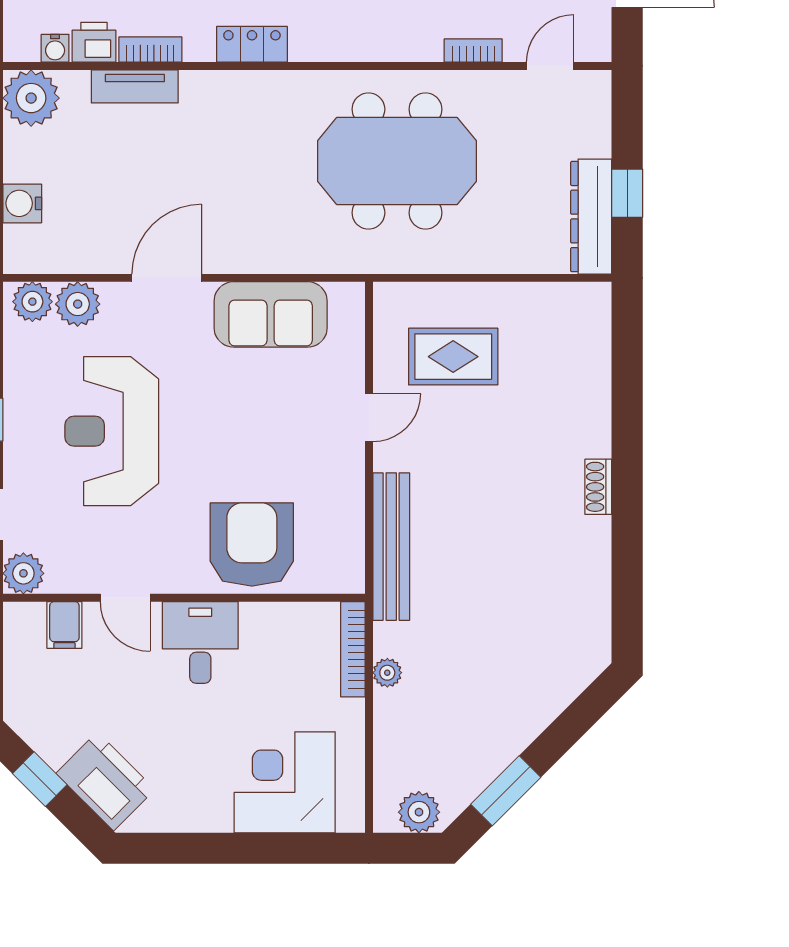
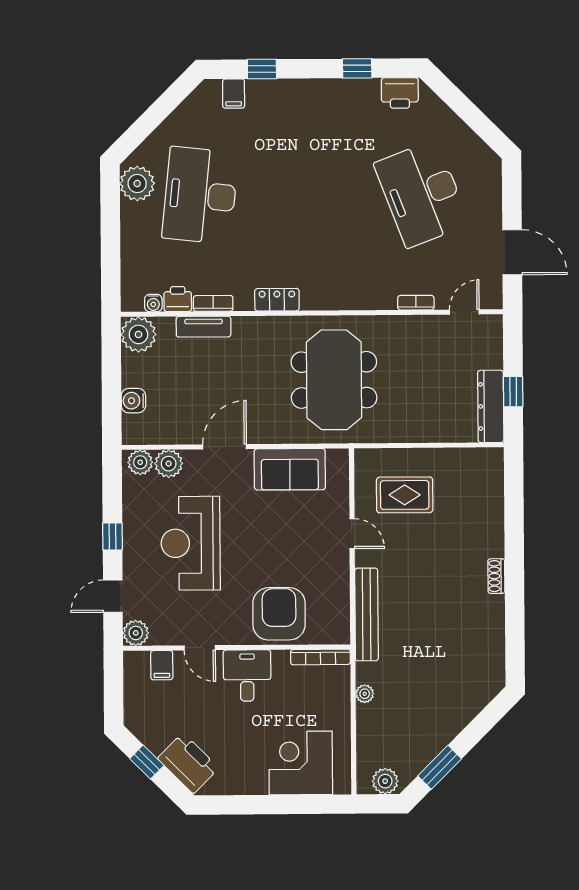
meeting table: (397, 161) -> (334, 380), moved, turned 90
door: (369, 418) -> (352, 534), hinge flipped
bookcase: (353, 649) -> (321, 657), moved, turned -90

